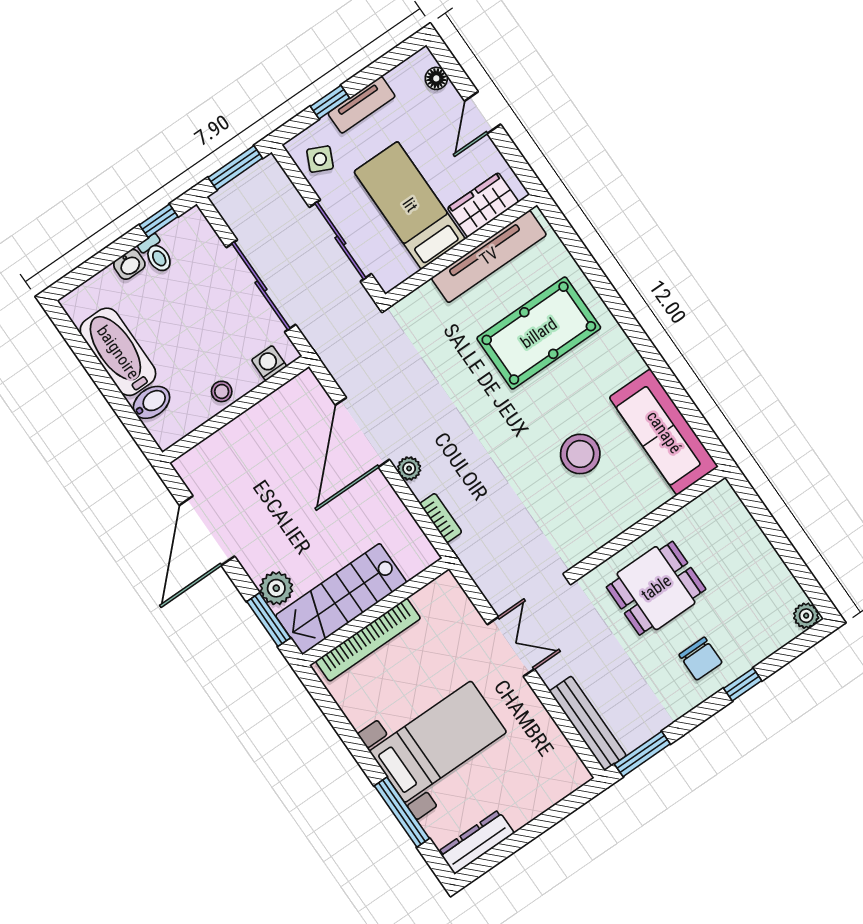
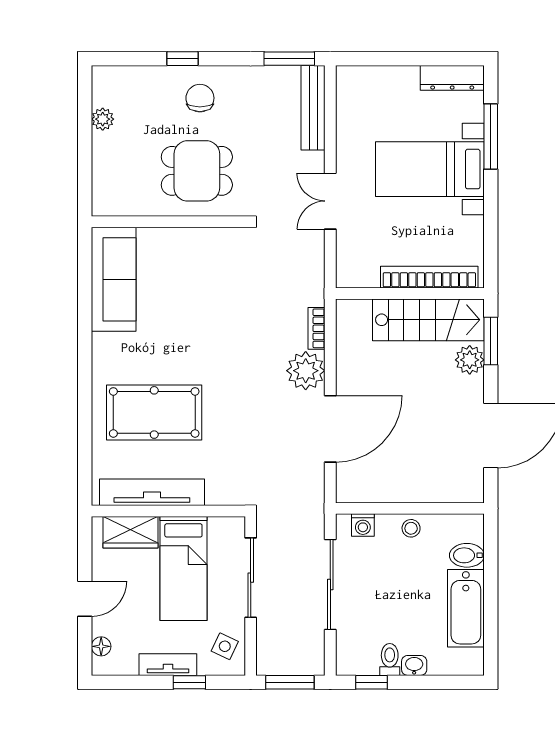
stool: (580, 454) -> (185, 305), removed
plant: (409, 468) -> (306, 371), width x1.88, depth x1.88
plant: (806, 616) -> (103, 119), moved

